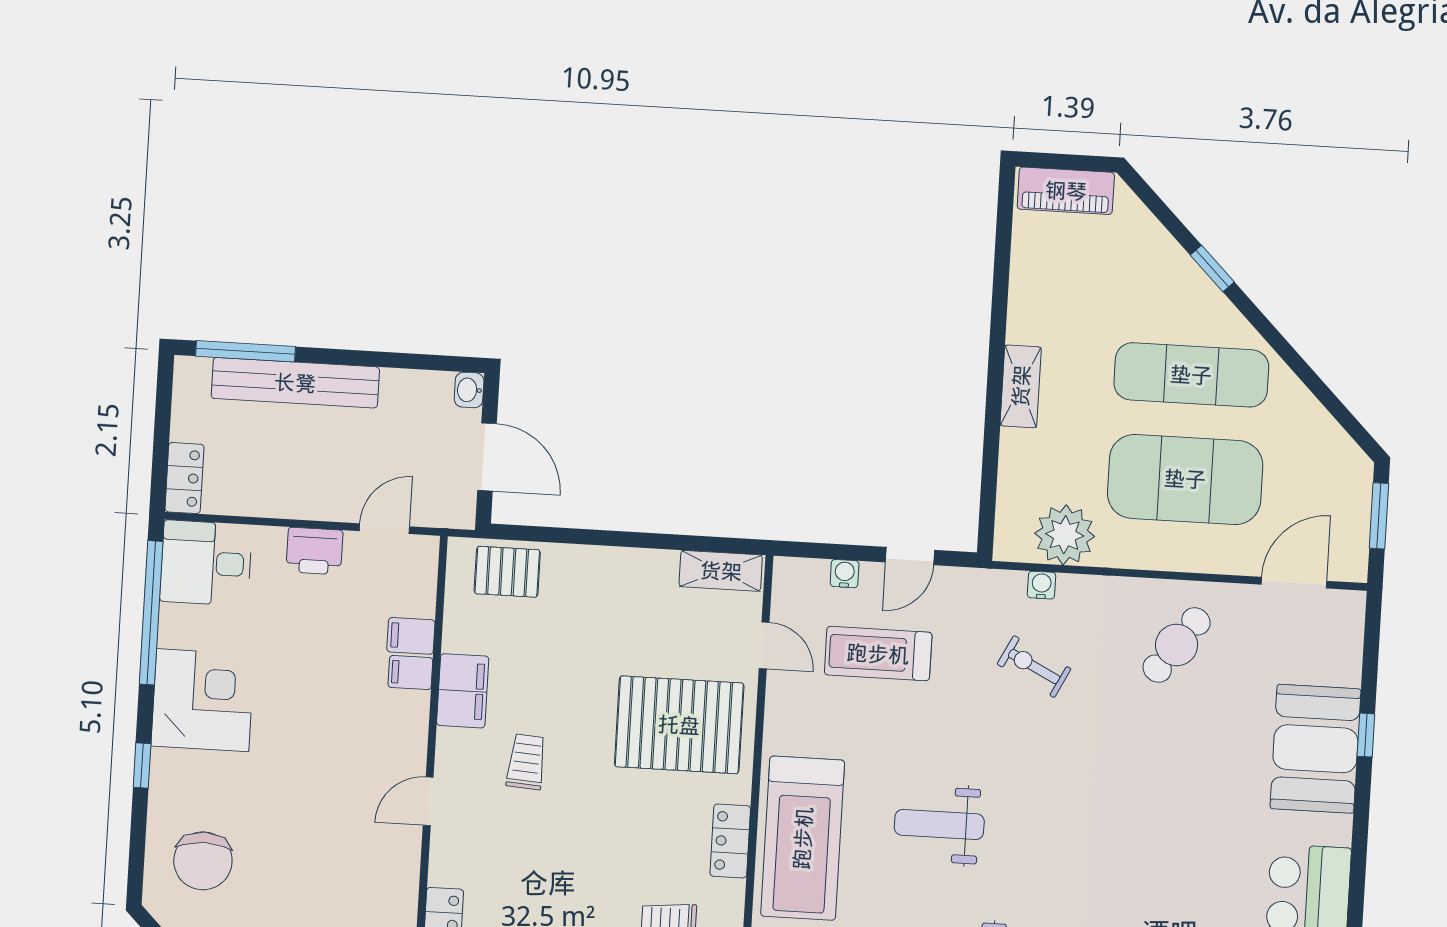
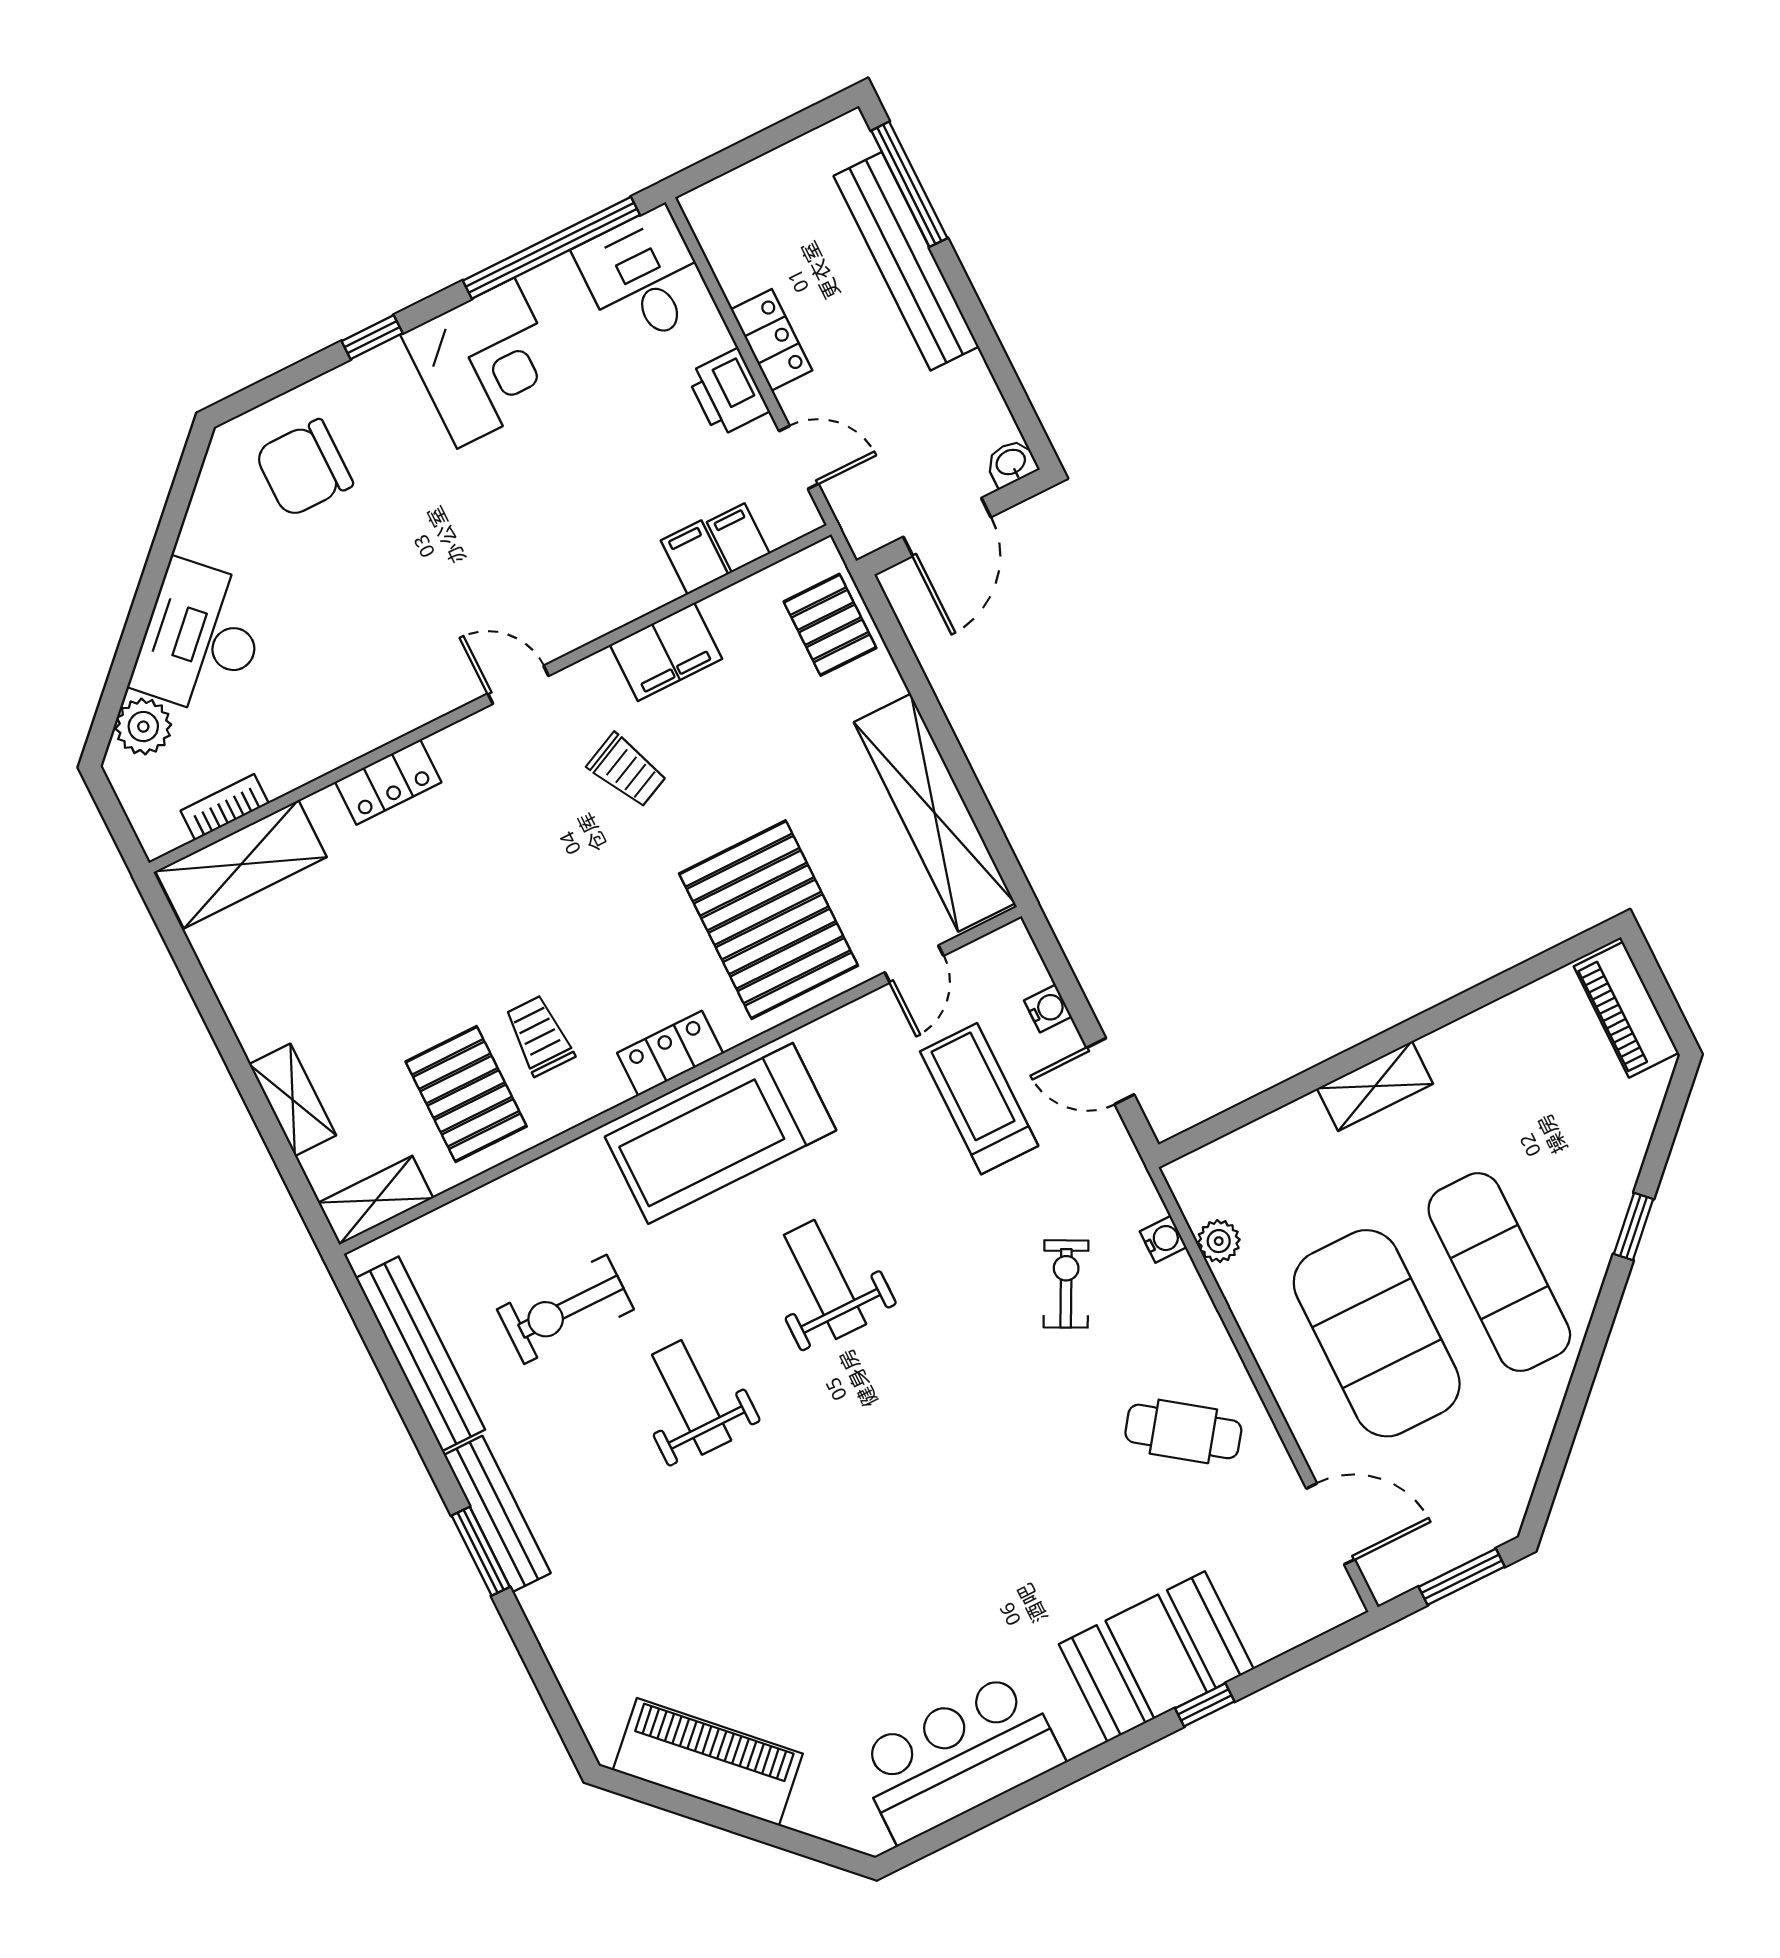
locker: (184, 478) -> (771, 340), moved, turned -90
plant: (1065, 535) -> (1219, 1241), width x0.53, depth x0.53
shelving: (721, 571) -> (935, 813), width x2.20, depth x1.33
filing cabinet: (410, 673) -> (738, 538), moved
trolley: (526, 762) -> (627, 770), turned 61

